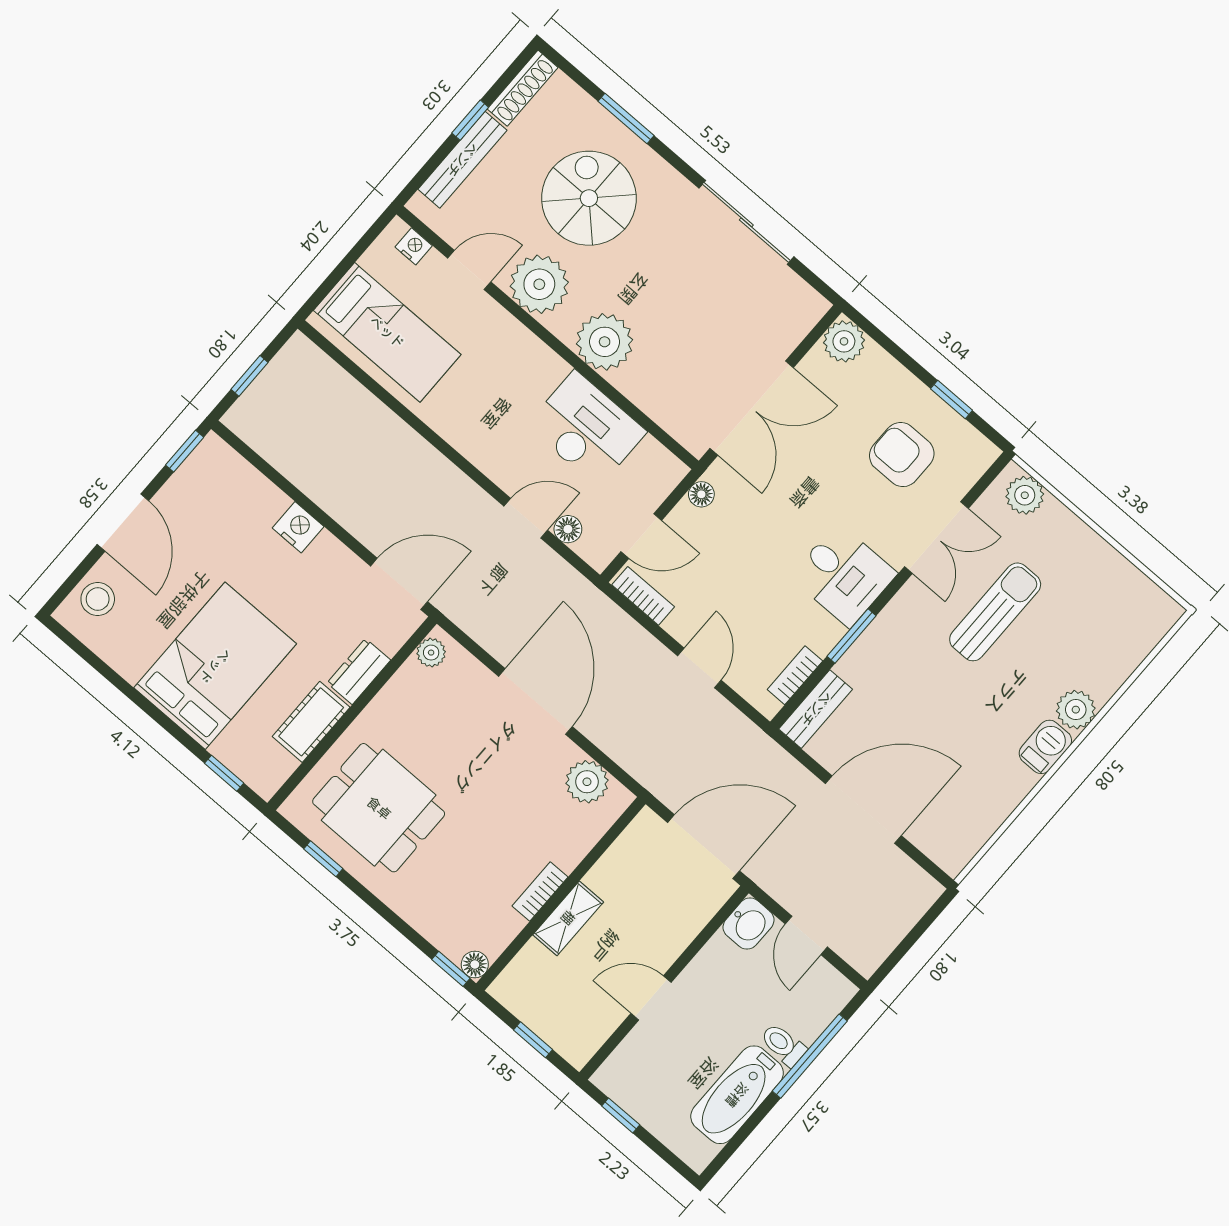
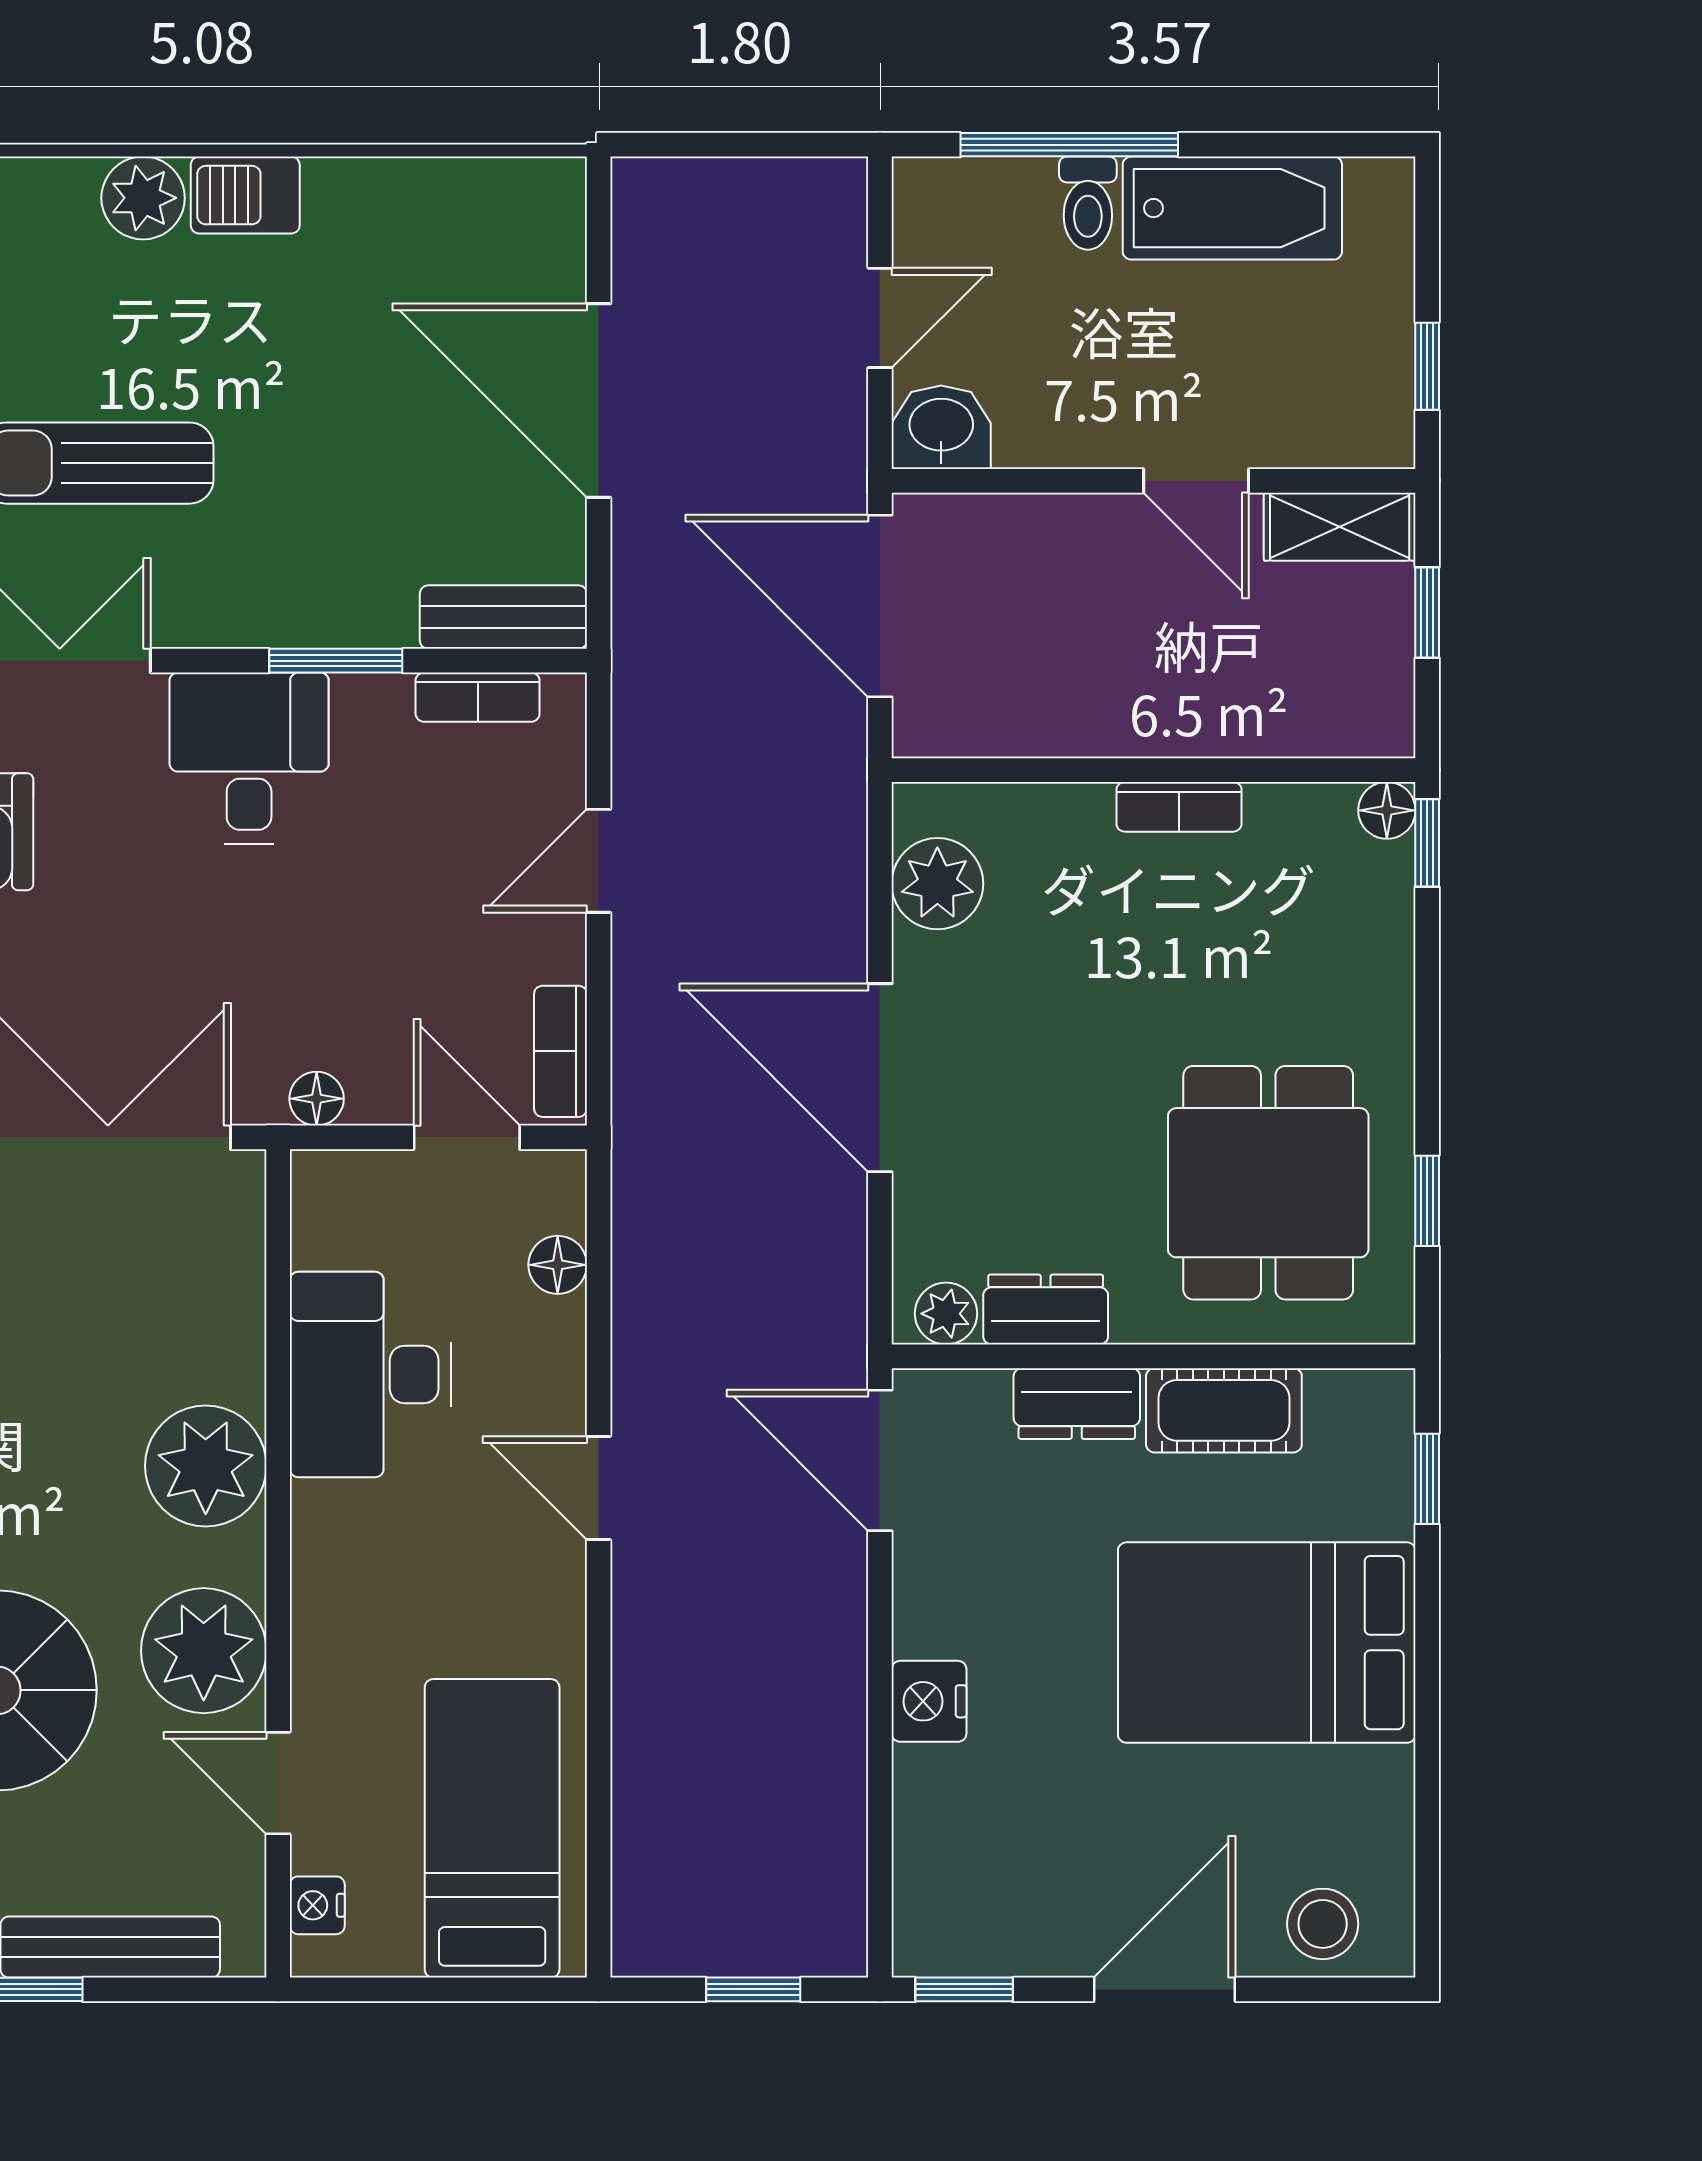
door: (526, 518) -> (599, 1488), moved
dresser: (402, 689) -> (1046, 1310), added
door: (535, 702) -> (880, 1078), hinge flipped
shelving: (568, 918) -> (1340, 527), moved

